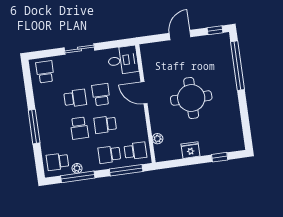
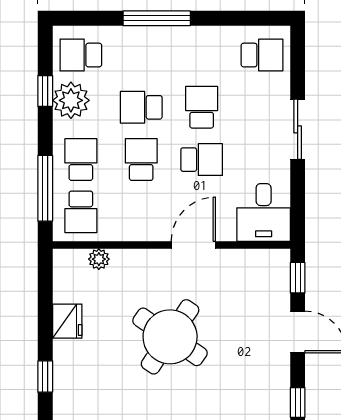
window: (153, 39) -> (298, 278), added
school desk: (75, 98) -> (202, 107), turned 180
round table: (191, 98) -> (170, 337), turned 34
school desk: (58, 162) -> (81, 55), turned -90
plant: (77, 168) -> (71, 100), width x1.88, depth x1.88
window: (78, 177) -> (45, 91), width x0.46

